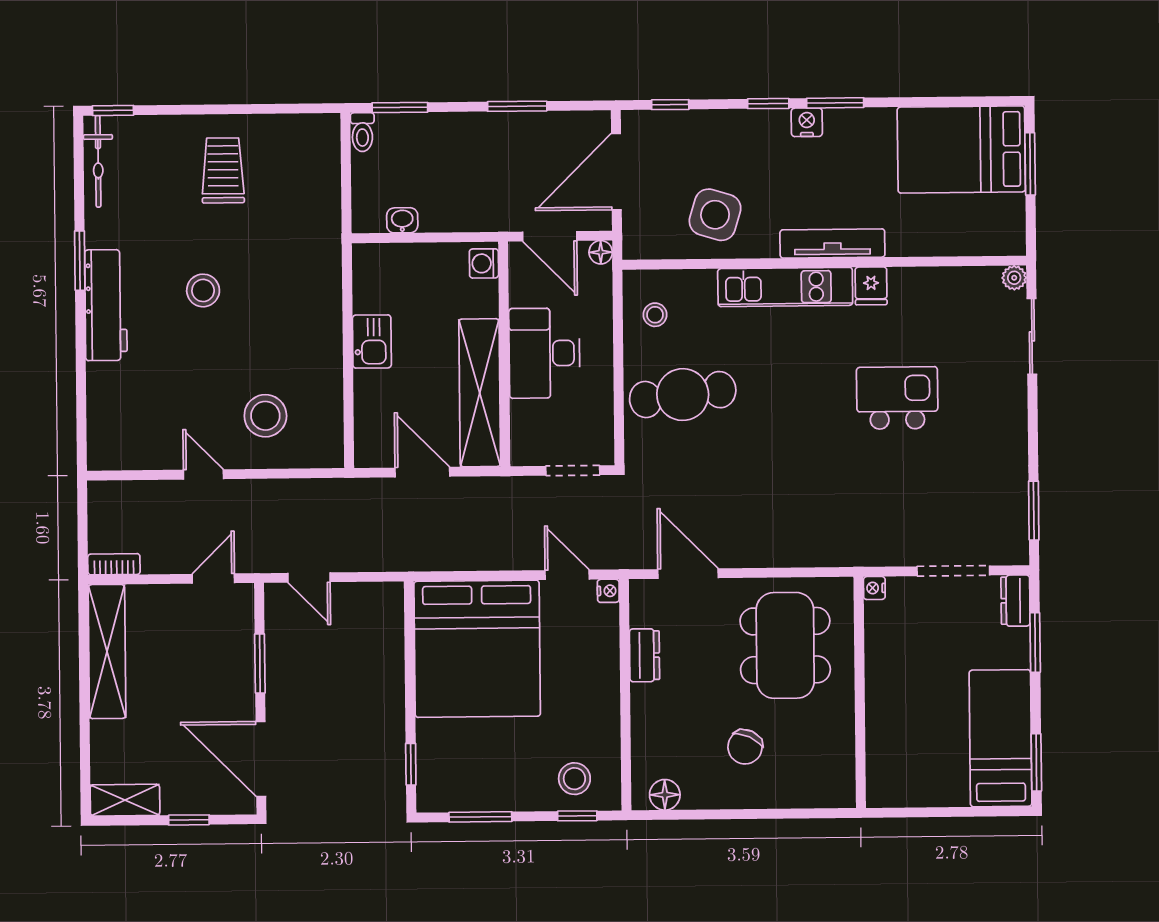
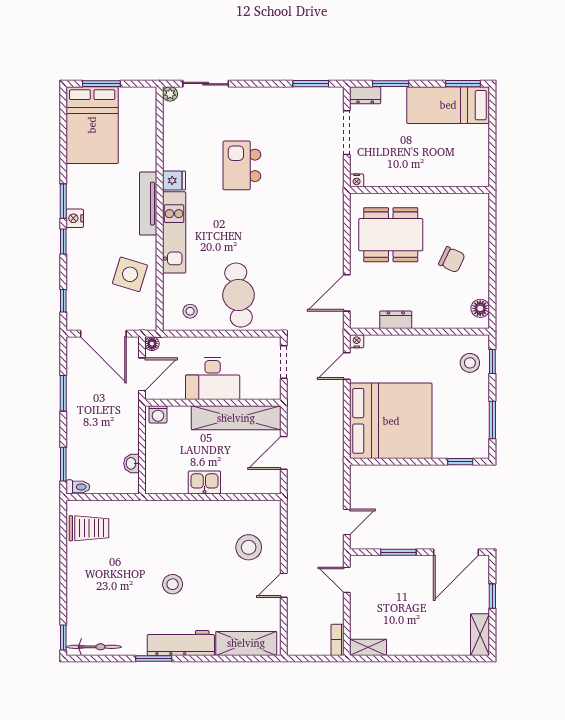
trolley: (223, 170) -> (89, 528), moved, turned 180
shelving: (106, 413) -> (246, 643), added
shelving: (107, 652) -> (368, 647), width x0.45, depth x0.75

